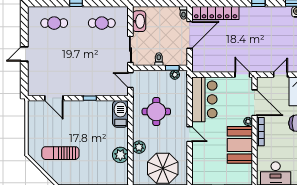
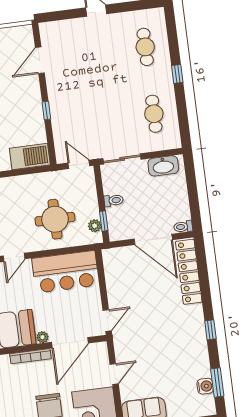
door: (280, 75) -> (114, 374), hinge flipped
door: (130, 80) -> (79, 164), hinge flipped
round table: (156, 112) -> (55, 219), moved

